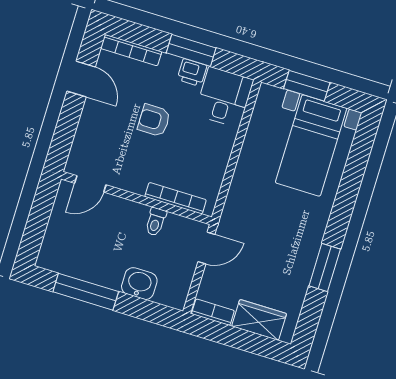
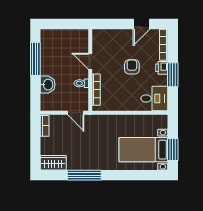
printer: (192, 72) -> (162, 68), moved
window: (307, 86) -> (173, 150), moved
door: (90, 184) -> (90, 61), moved
window: (325, 267) -> (84, 175), width x1.44
wardrobe: (259, 320) -> (53, 163), moved, turned -90

